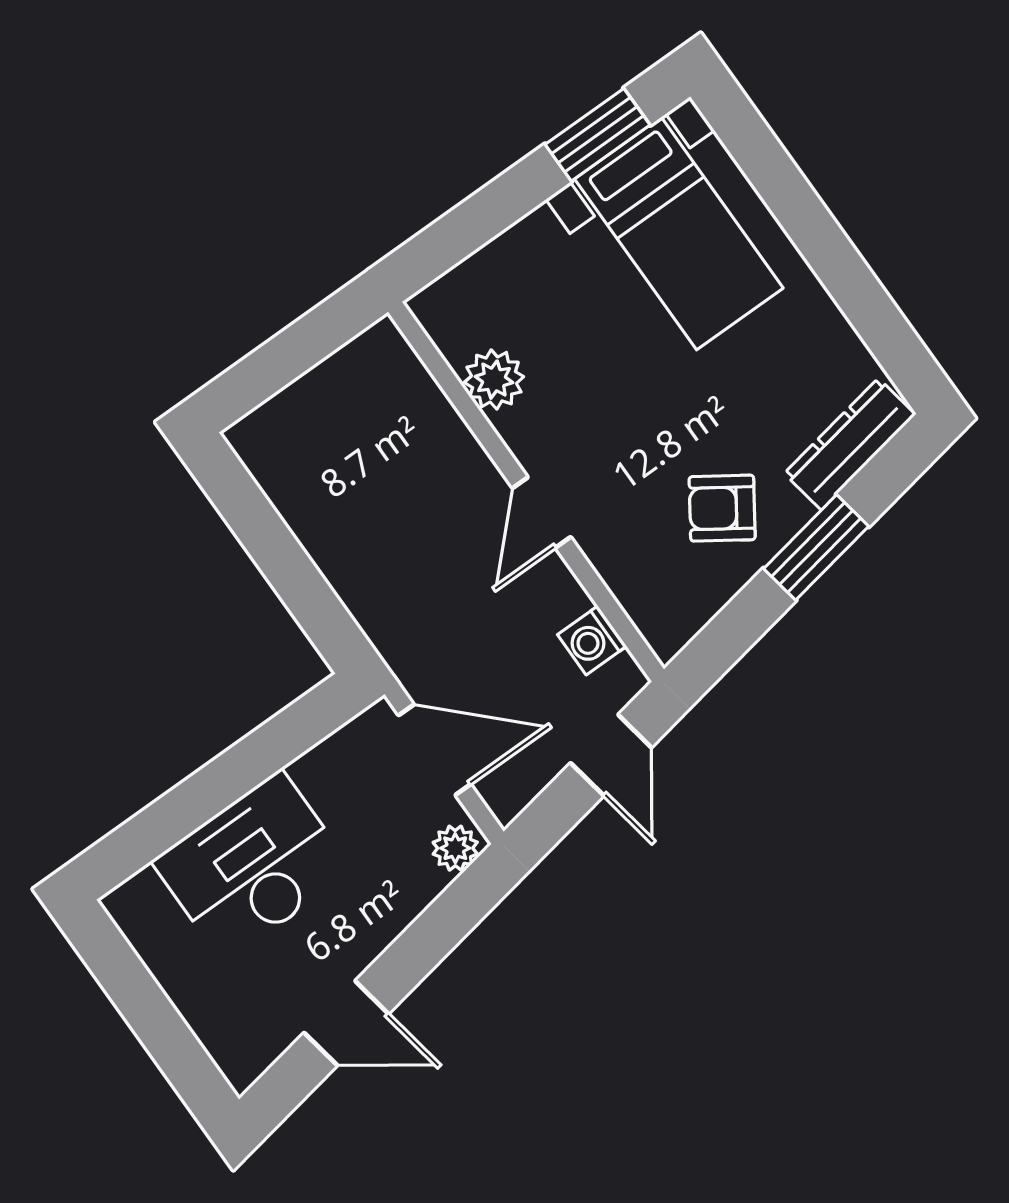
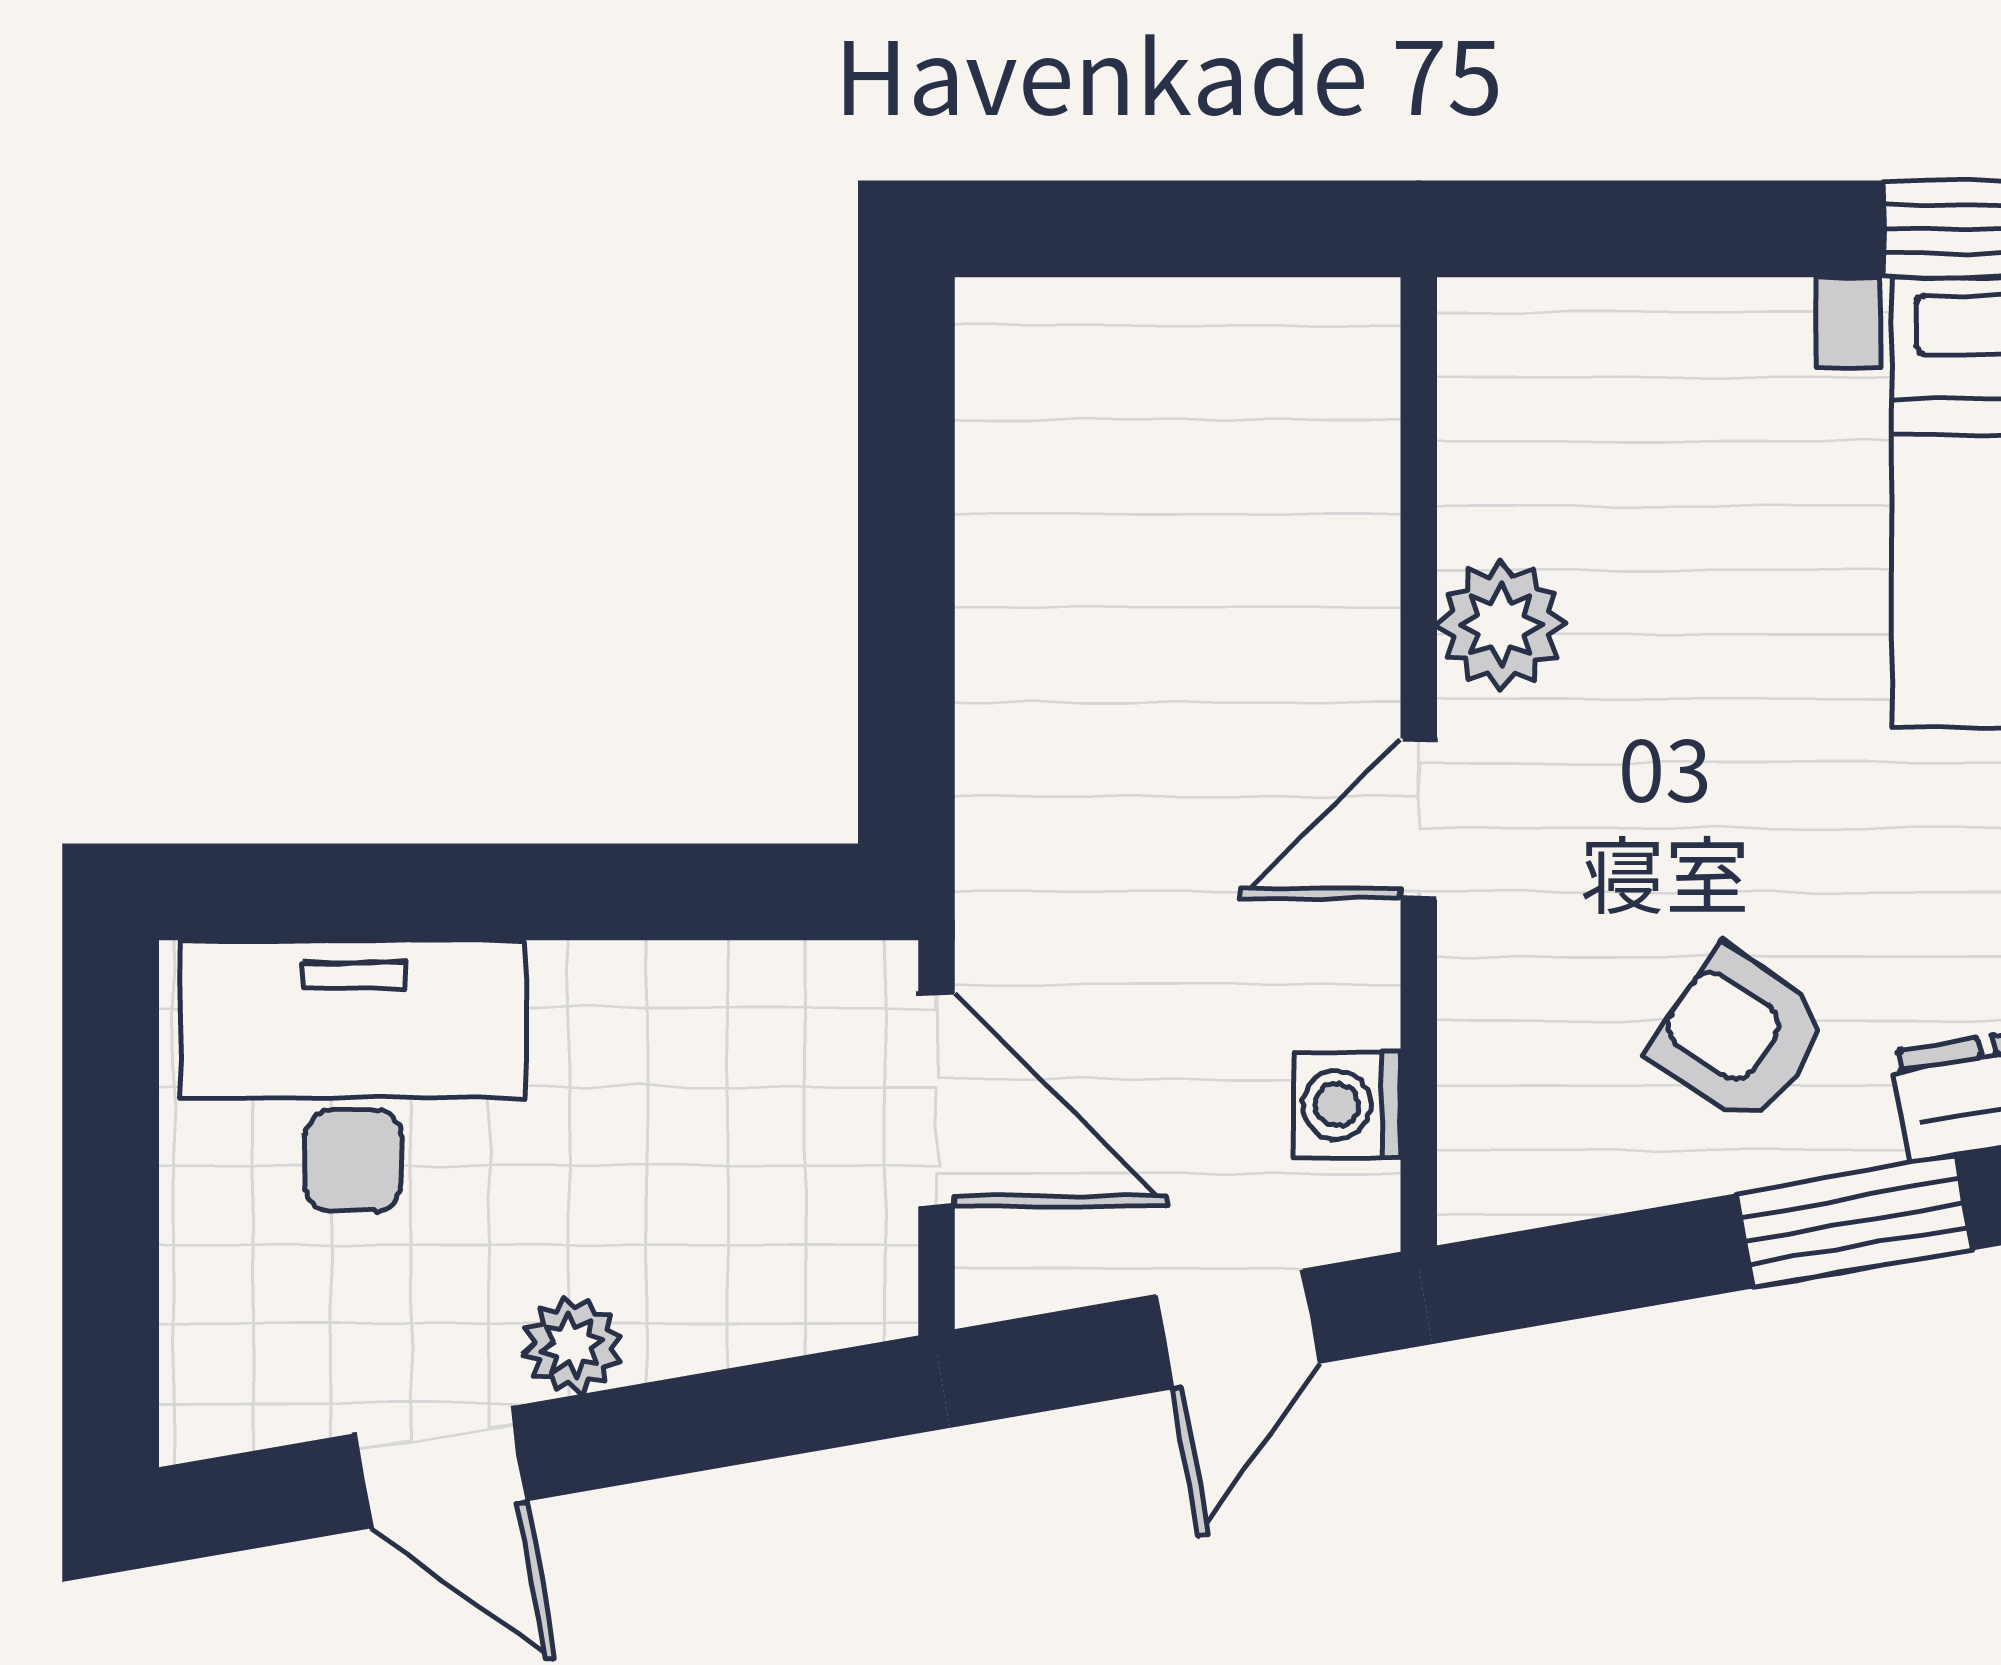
plant: (494, 380) -> (1501, 625), moved
plant: (455, 848) -> (572, 1345), moved
desk: (253, 866) -> (353, 1076), moved

